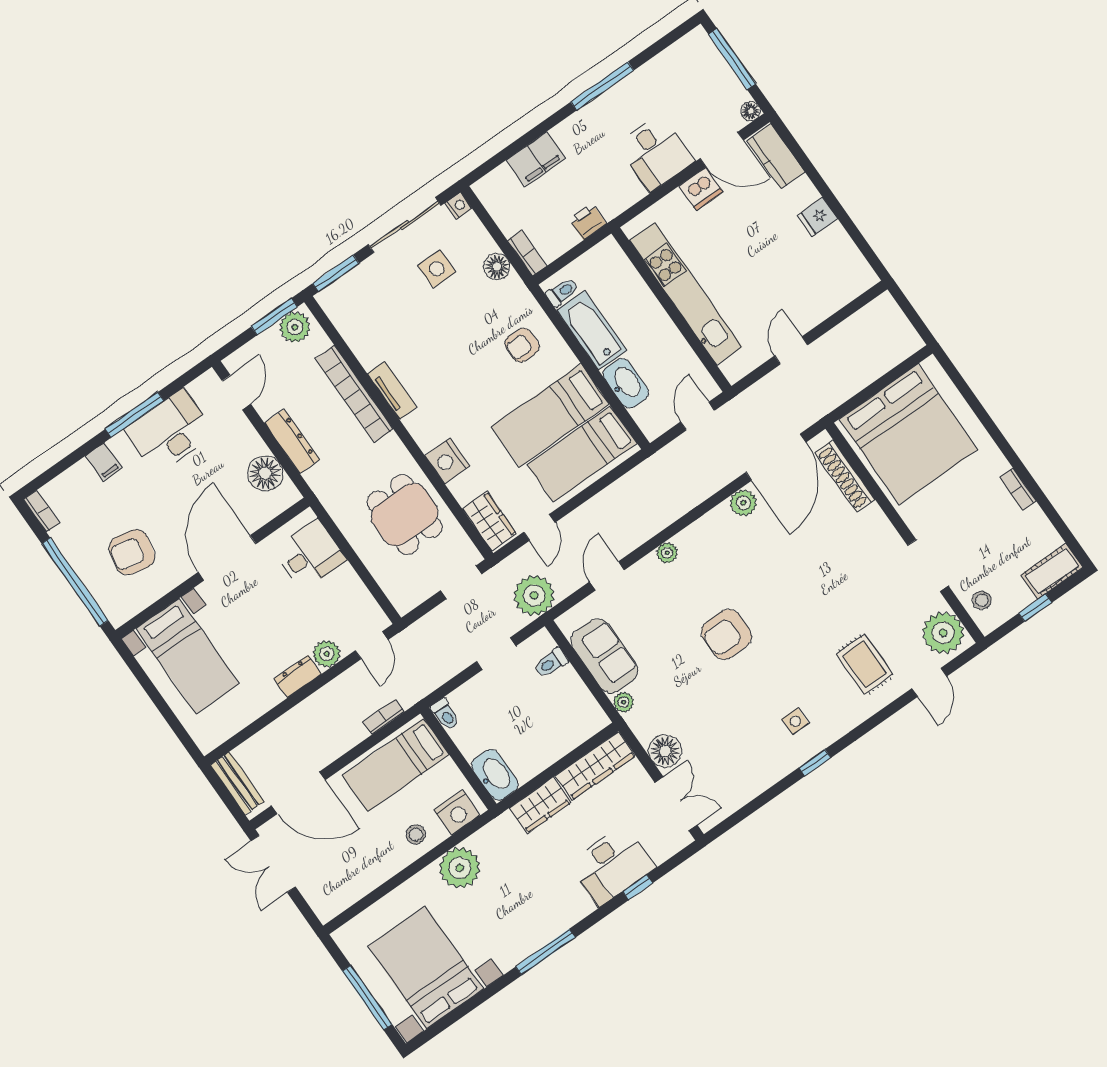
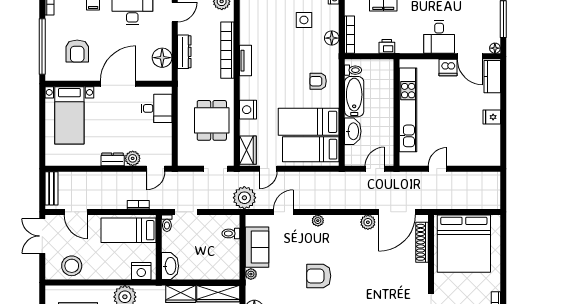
bookcase: (527, 253) -> (349, 35), width x1.56
armchair: (132, 552) -> (77, 51), turned -102
doorway: (496, 654) -> (186, 212), moved
door: (298, 793) -> (76, 212), width x0.73
stool: (416, 835) -> (72, 266), moved, width x1.89, depth x1.89

